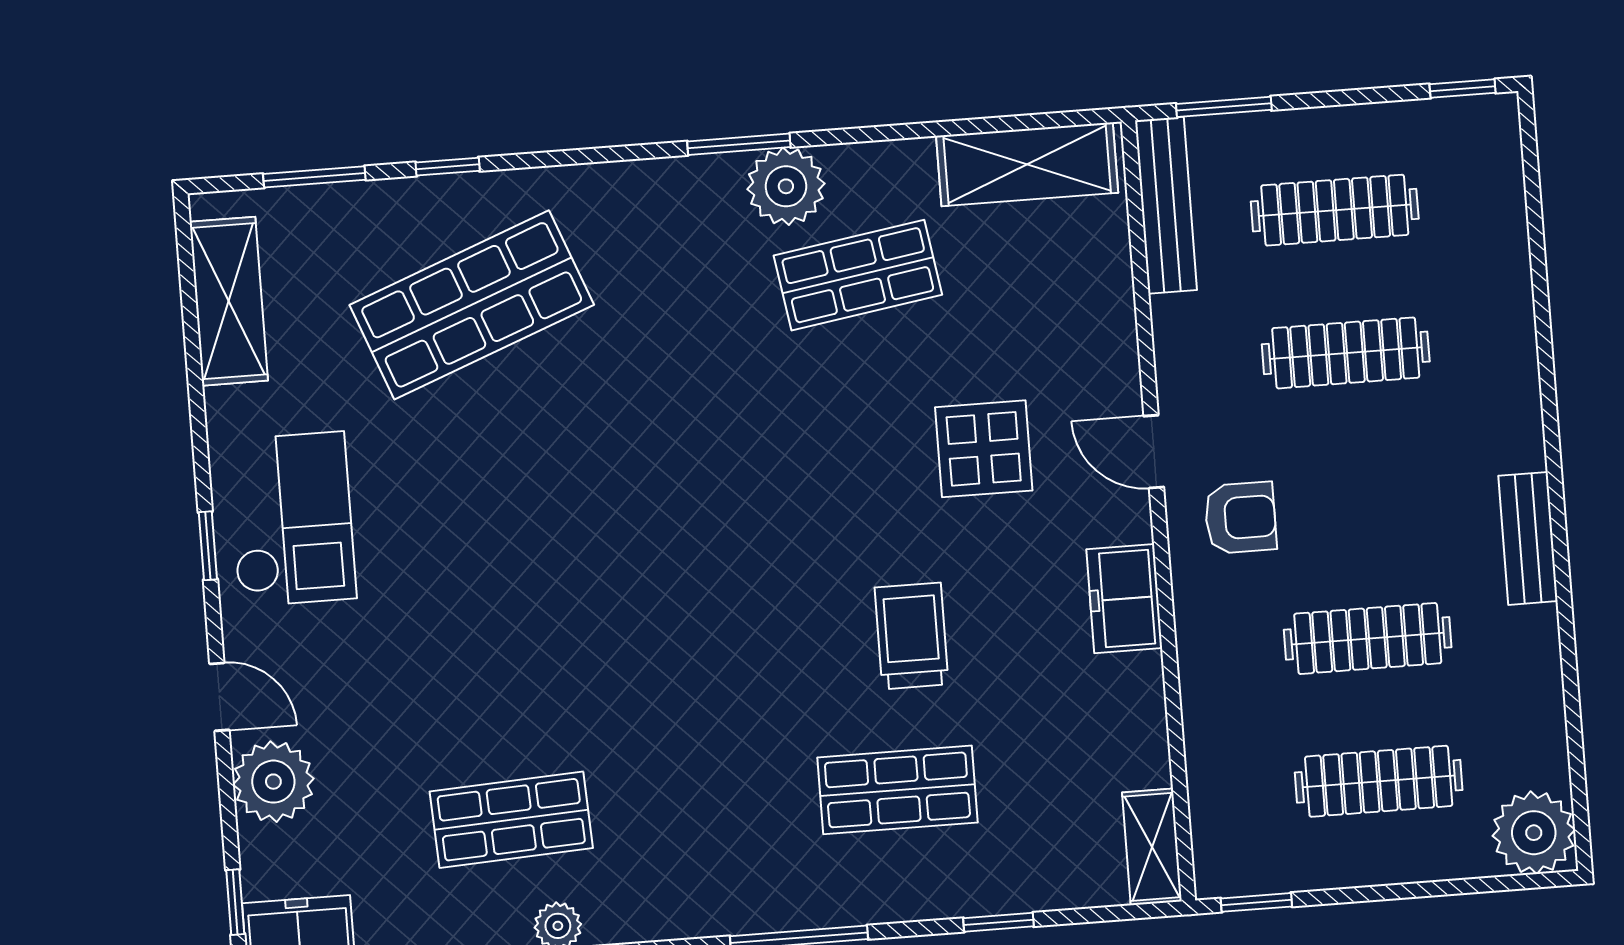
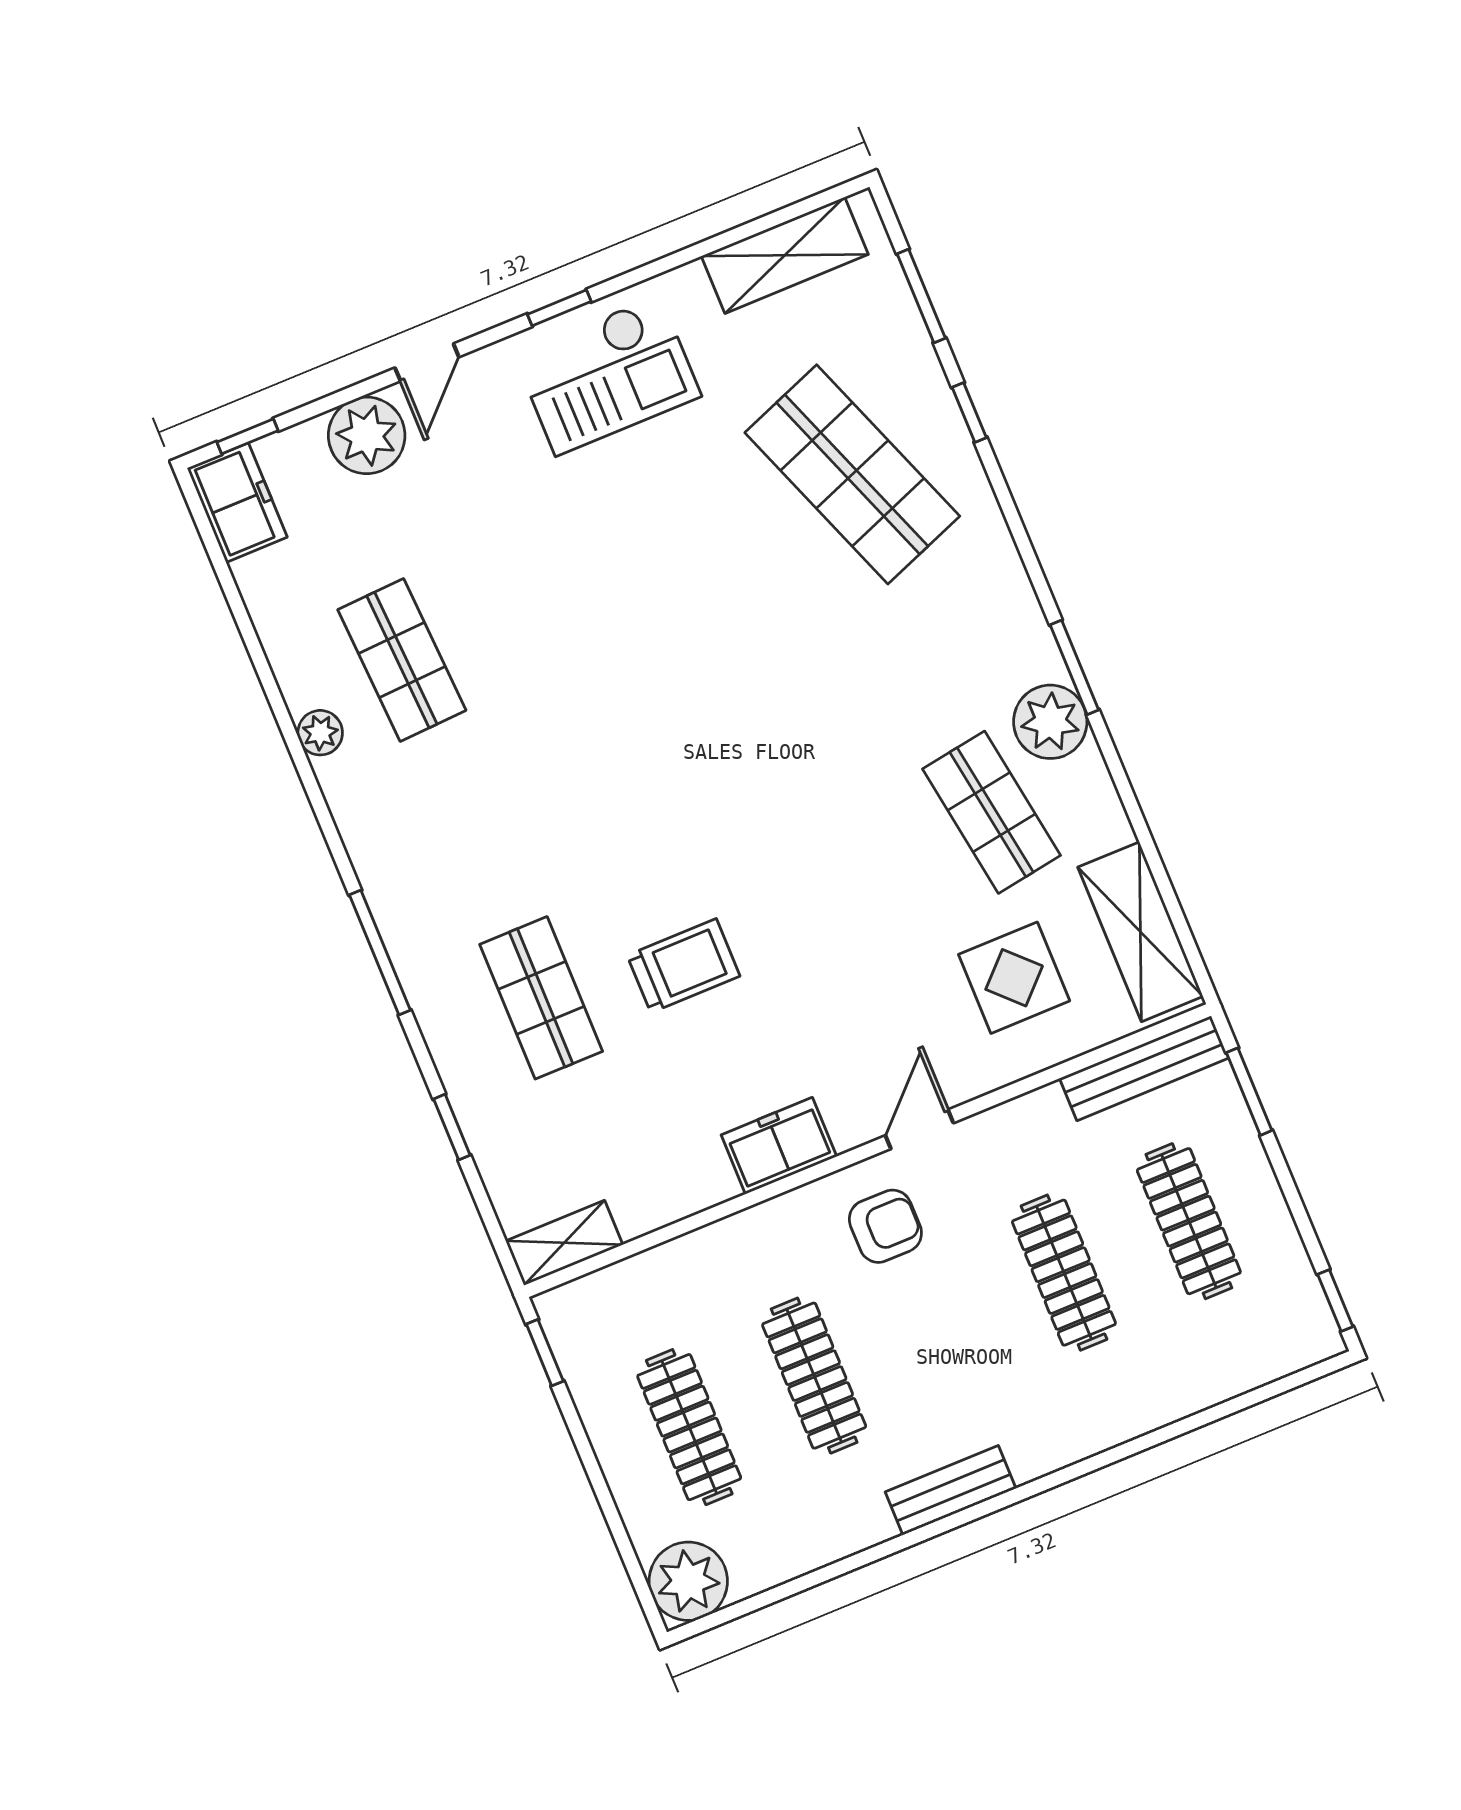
display table: (984, 449) -> (1014, 978), moved
armchair: (1240, 518) -> (885, 1226), turned -90

